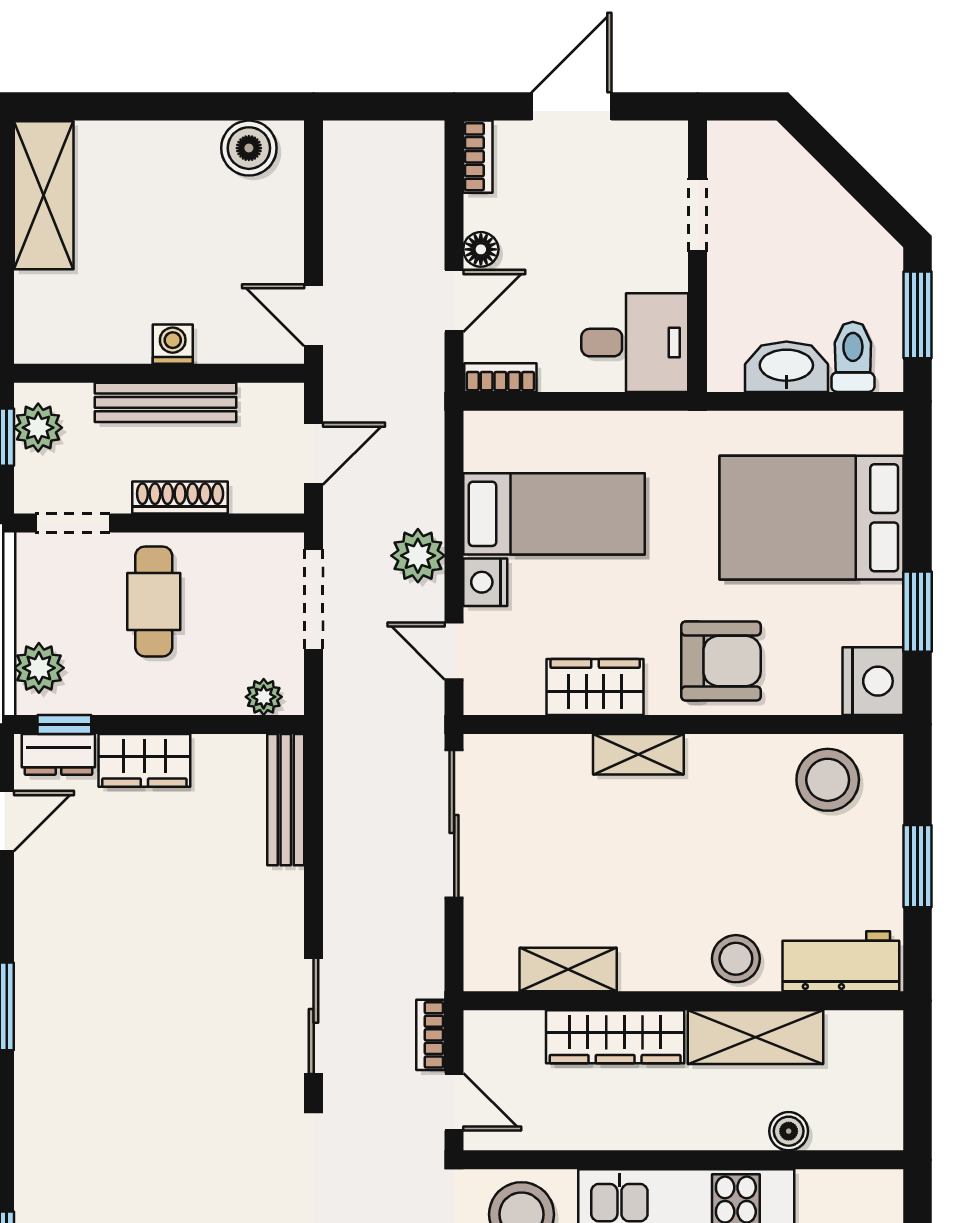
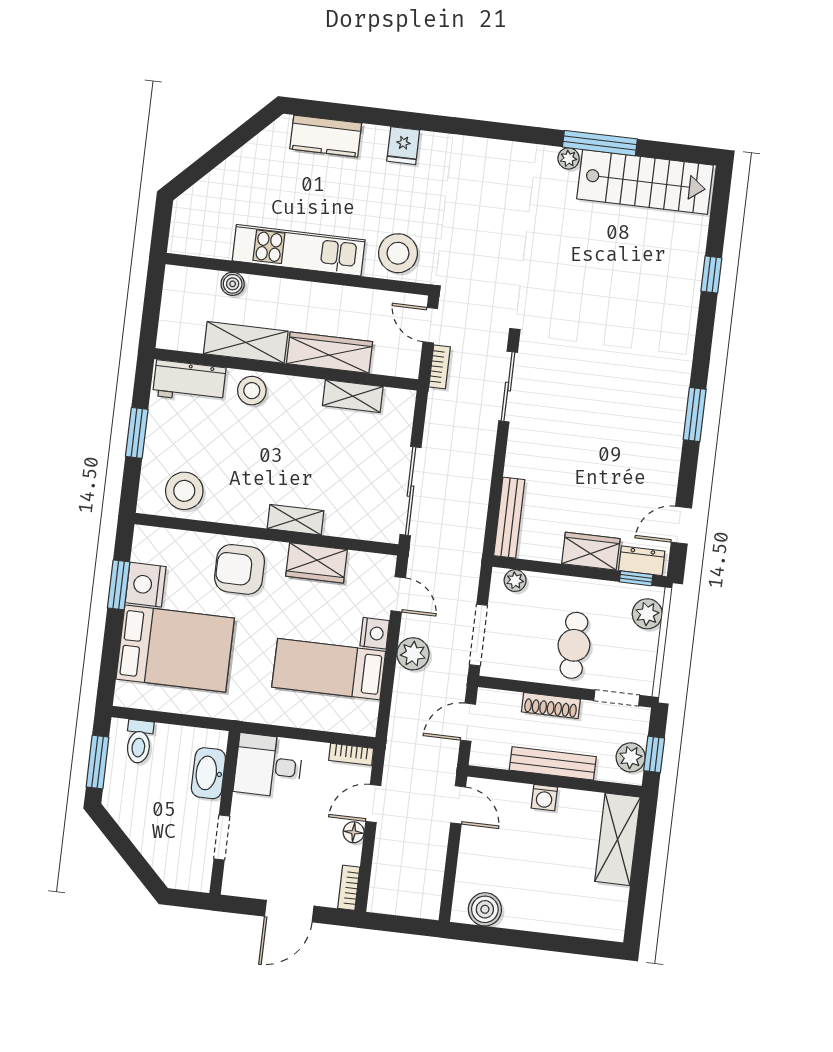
shelving: (44, 195) -> (618, 839), moved
washbasin: (786, 367) -> (208, 773), moved, turned 90
nightstand: (873, 681) -> (146, 585), moved

